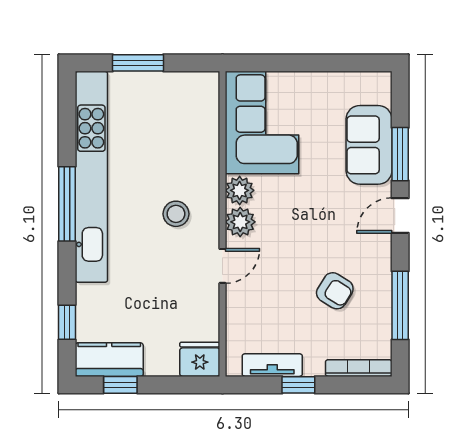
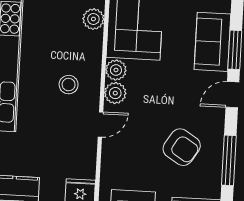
plant: (205, 123) -> (93, 19), added
armchair: (335, 291) -> (182, 147), width x1.38, depth x1.38

